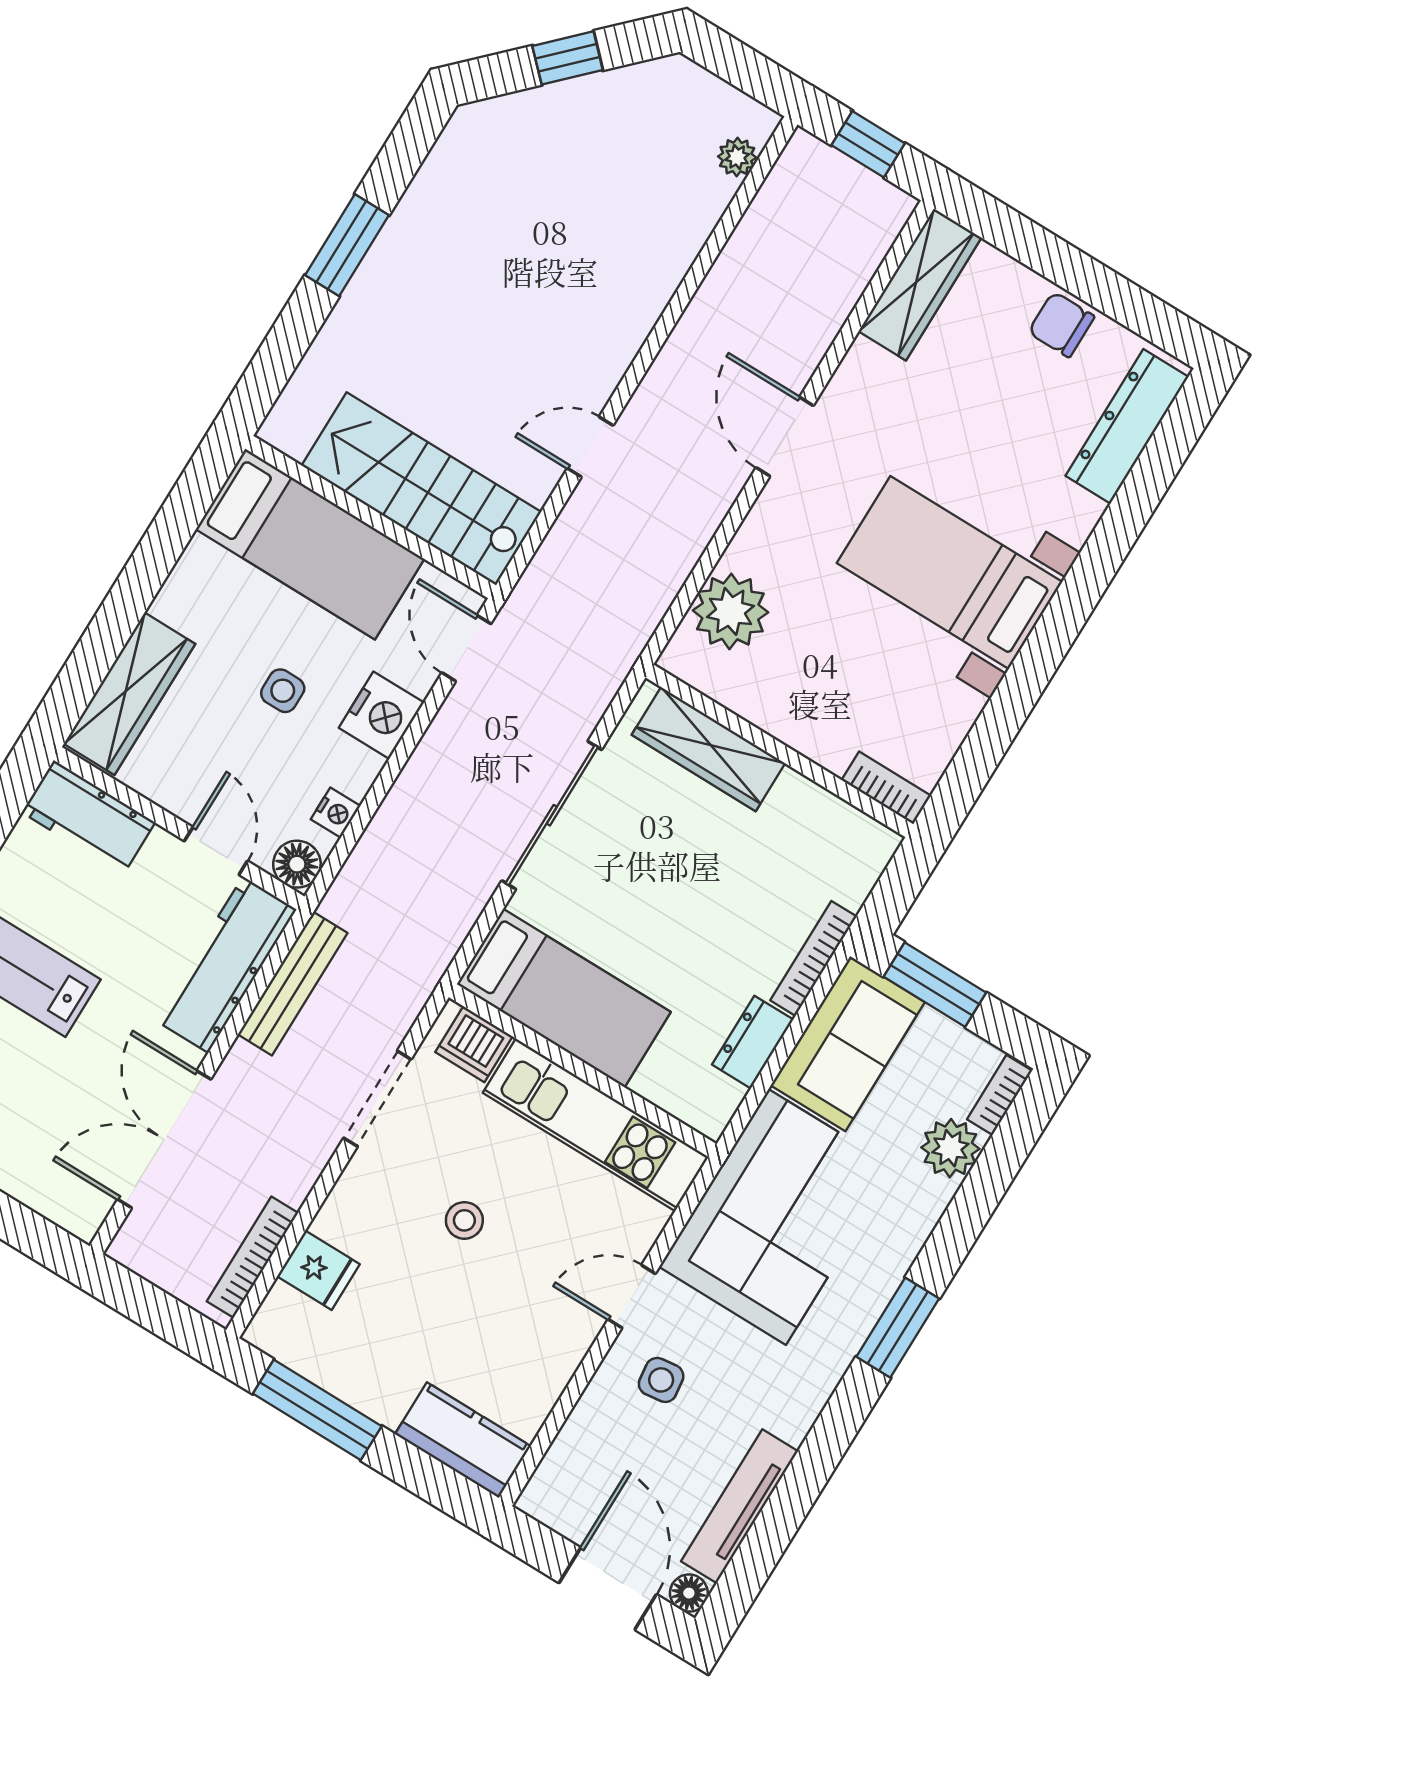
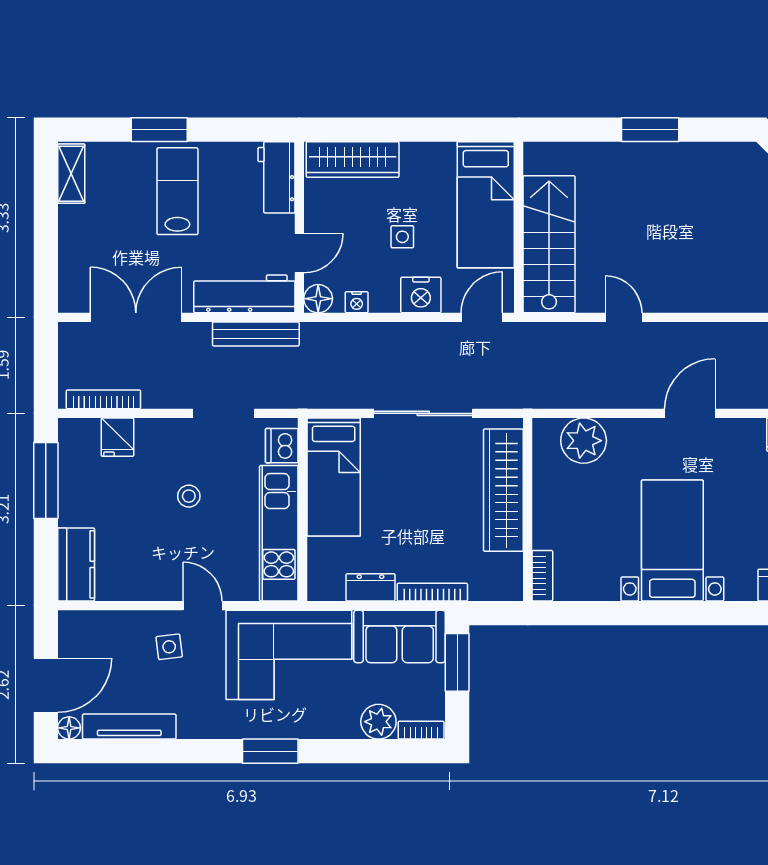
wardrobe: (708, 749) -> (503, 490), width x1.40, depth x1.17

